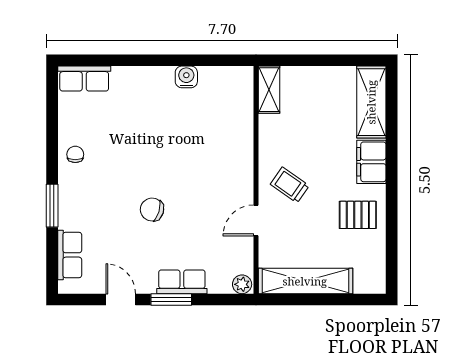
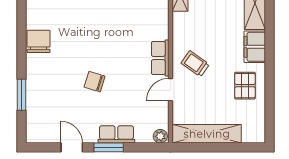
chair: (75, 154) -> (38, 41), width x1.87, depth x1.87
window: (52, 206) -> (22, 95), moved
pallet: (358, 215) -> (245, 86), turned 90
row of seats: (70, 255) -> (160, 58), moved, turned 180

